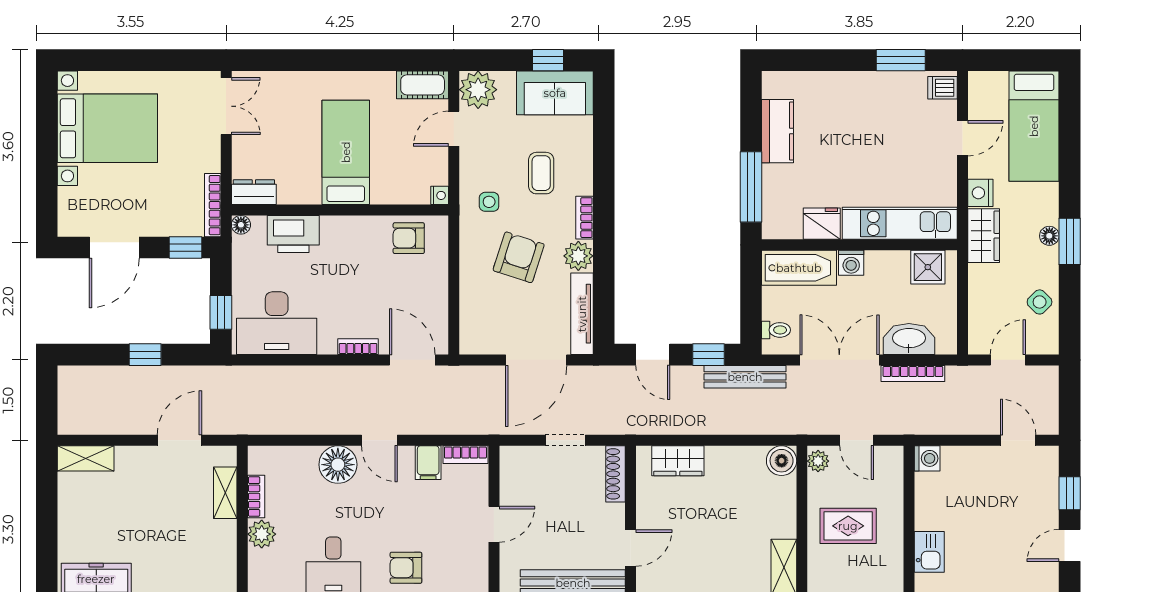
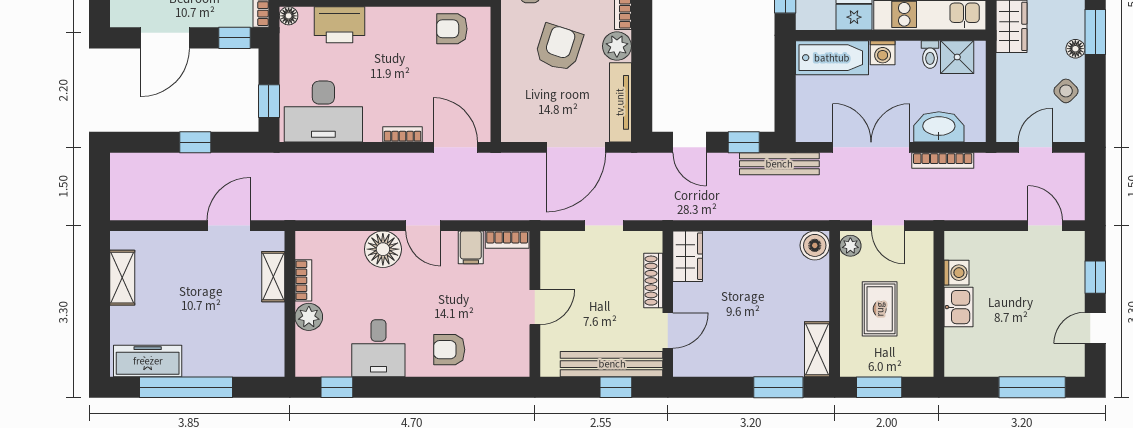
floor lamp: (1049, 236) -> (1075, 49), moved
toilet: (776, 330) -> (930, 54), moved, turned 90
shelving: (86, 458) -> (122, 278), moved, turned 90
washing machine: (927, 458) -> (956, 273), moved
wardrobe: (678, 461) -> (688, 256), moved, turned -90
shoe rack: (616, 474) -> (653, 281), moved
rug: (848, 526) -> (880, 309), turned 90
kitchen sink: (929, 552) -> (959, 307), moved

